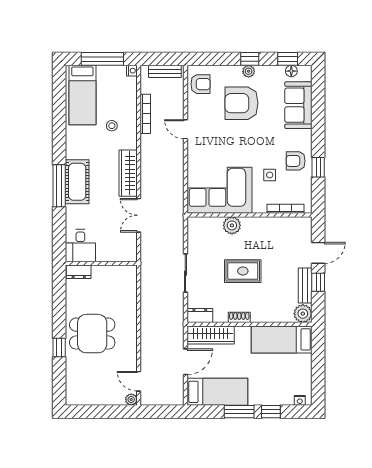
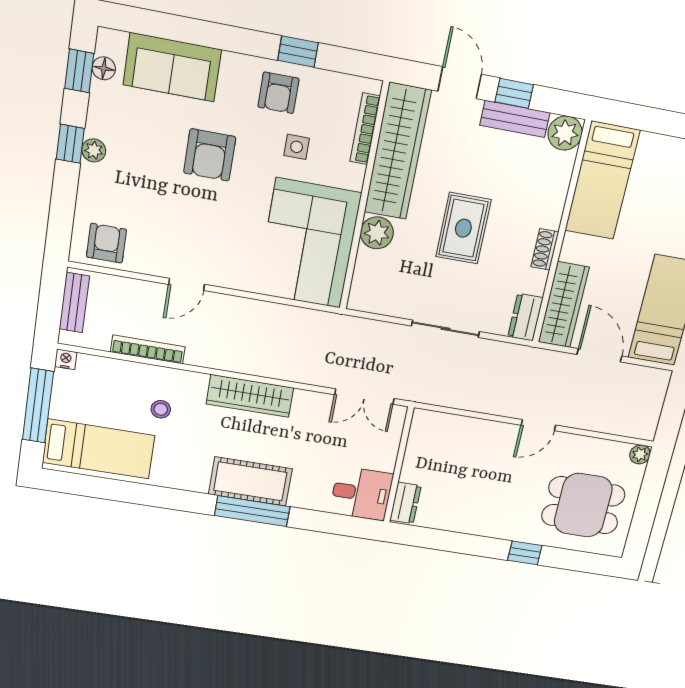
armchair: (241, 103) -> (210, 155), moved, width x0.73, depth x0.73
double door: (139, 215) -> (364, 397), moved
wardrobe: (277, 228) -> (398, 152), added
dining table: (92, 334) -> (583, 505), moved, turned 90
door: (139, 381) -> (538, 425), moved

